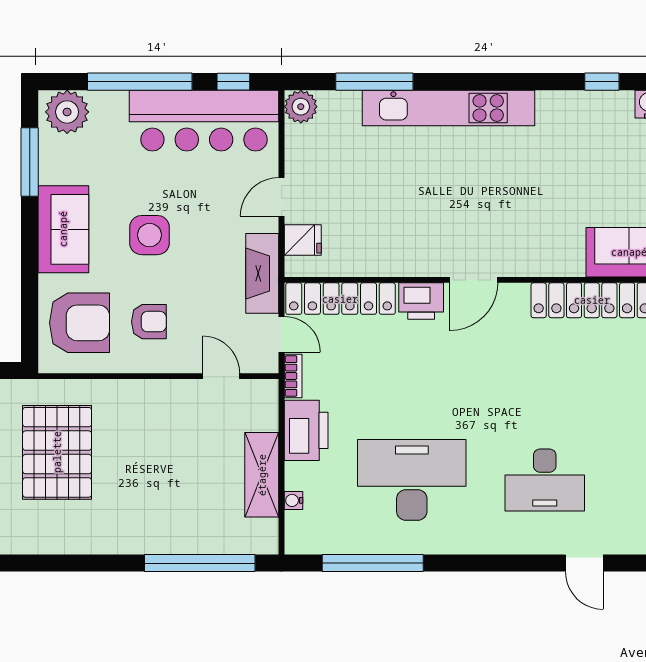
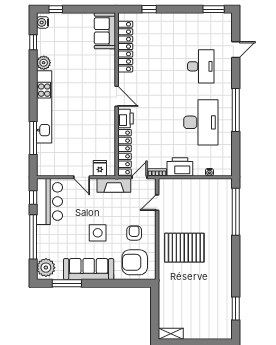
plant: (301, 107) -> (44, 63), moved
bar counter: (204, 121) -> (50, 201), width x0.73
sofa: (63, 229) -> (89, 269), width x1.36
armchair: (80, 323) -> (135, 262), turned -90
pallet: (57, 452) -> (184, 248), moved
shelving: (262, 475) -> (199, 186), removed
desk: (412, 480) -> (201, 122), turned 180
window: (373, 563) -> (236, 110), moved

